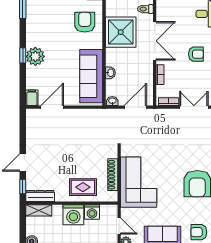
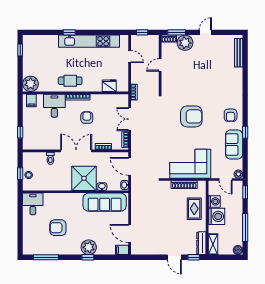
armchair: (85, 22) -> (58, 228), moved
shower: (121, 32) -> (84, 178), moved
door: (119, 226) -> (226, 180), swing flipped

